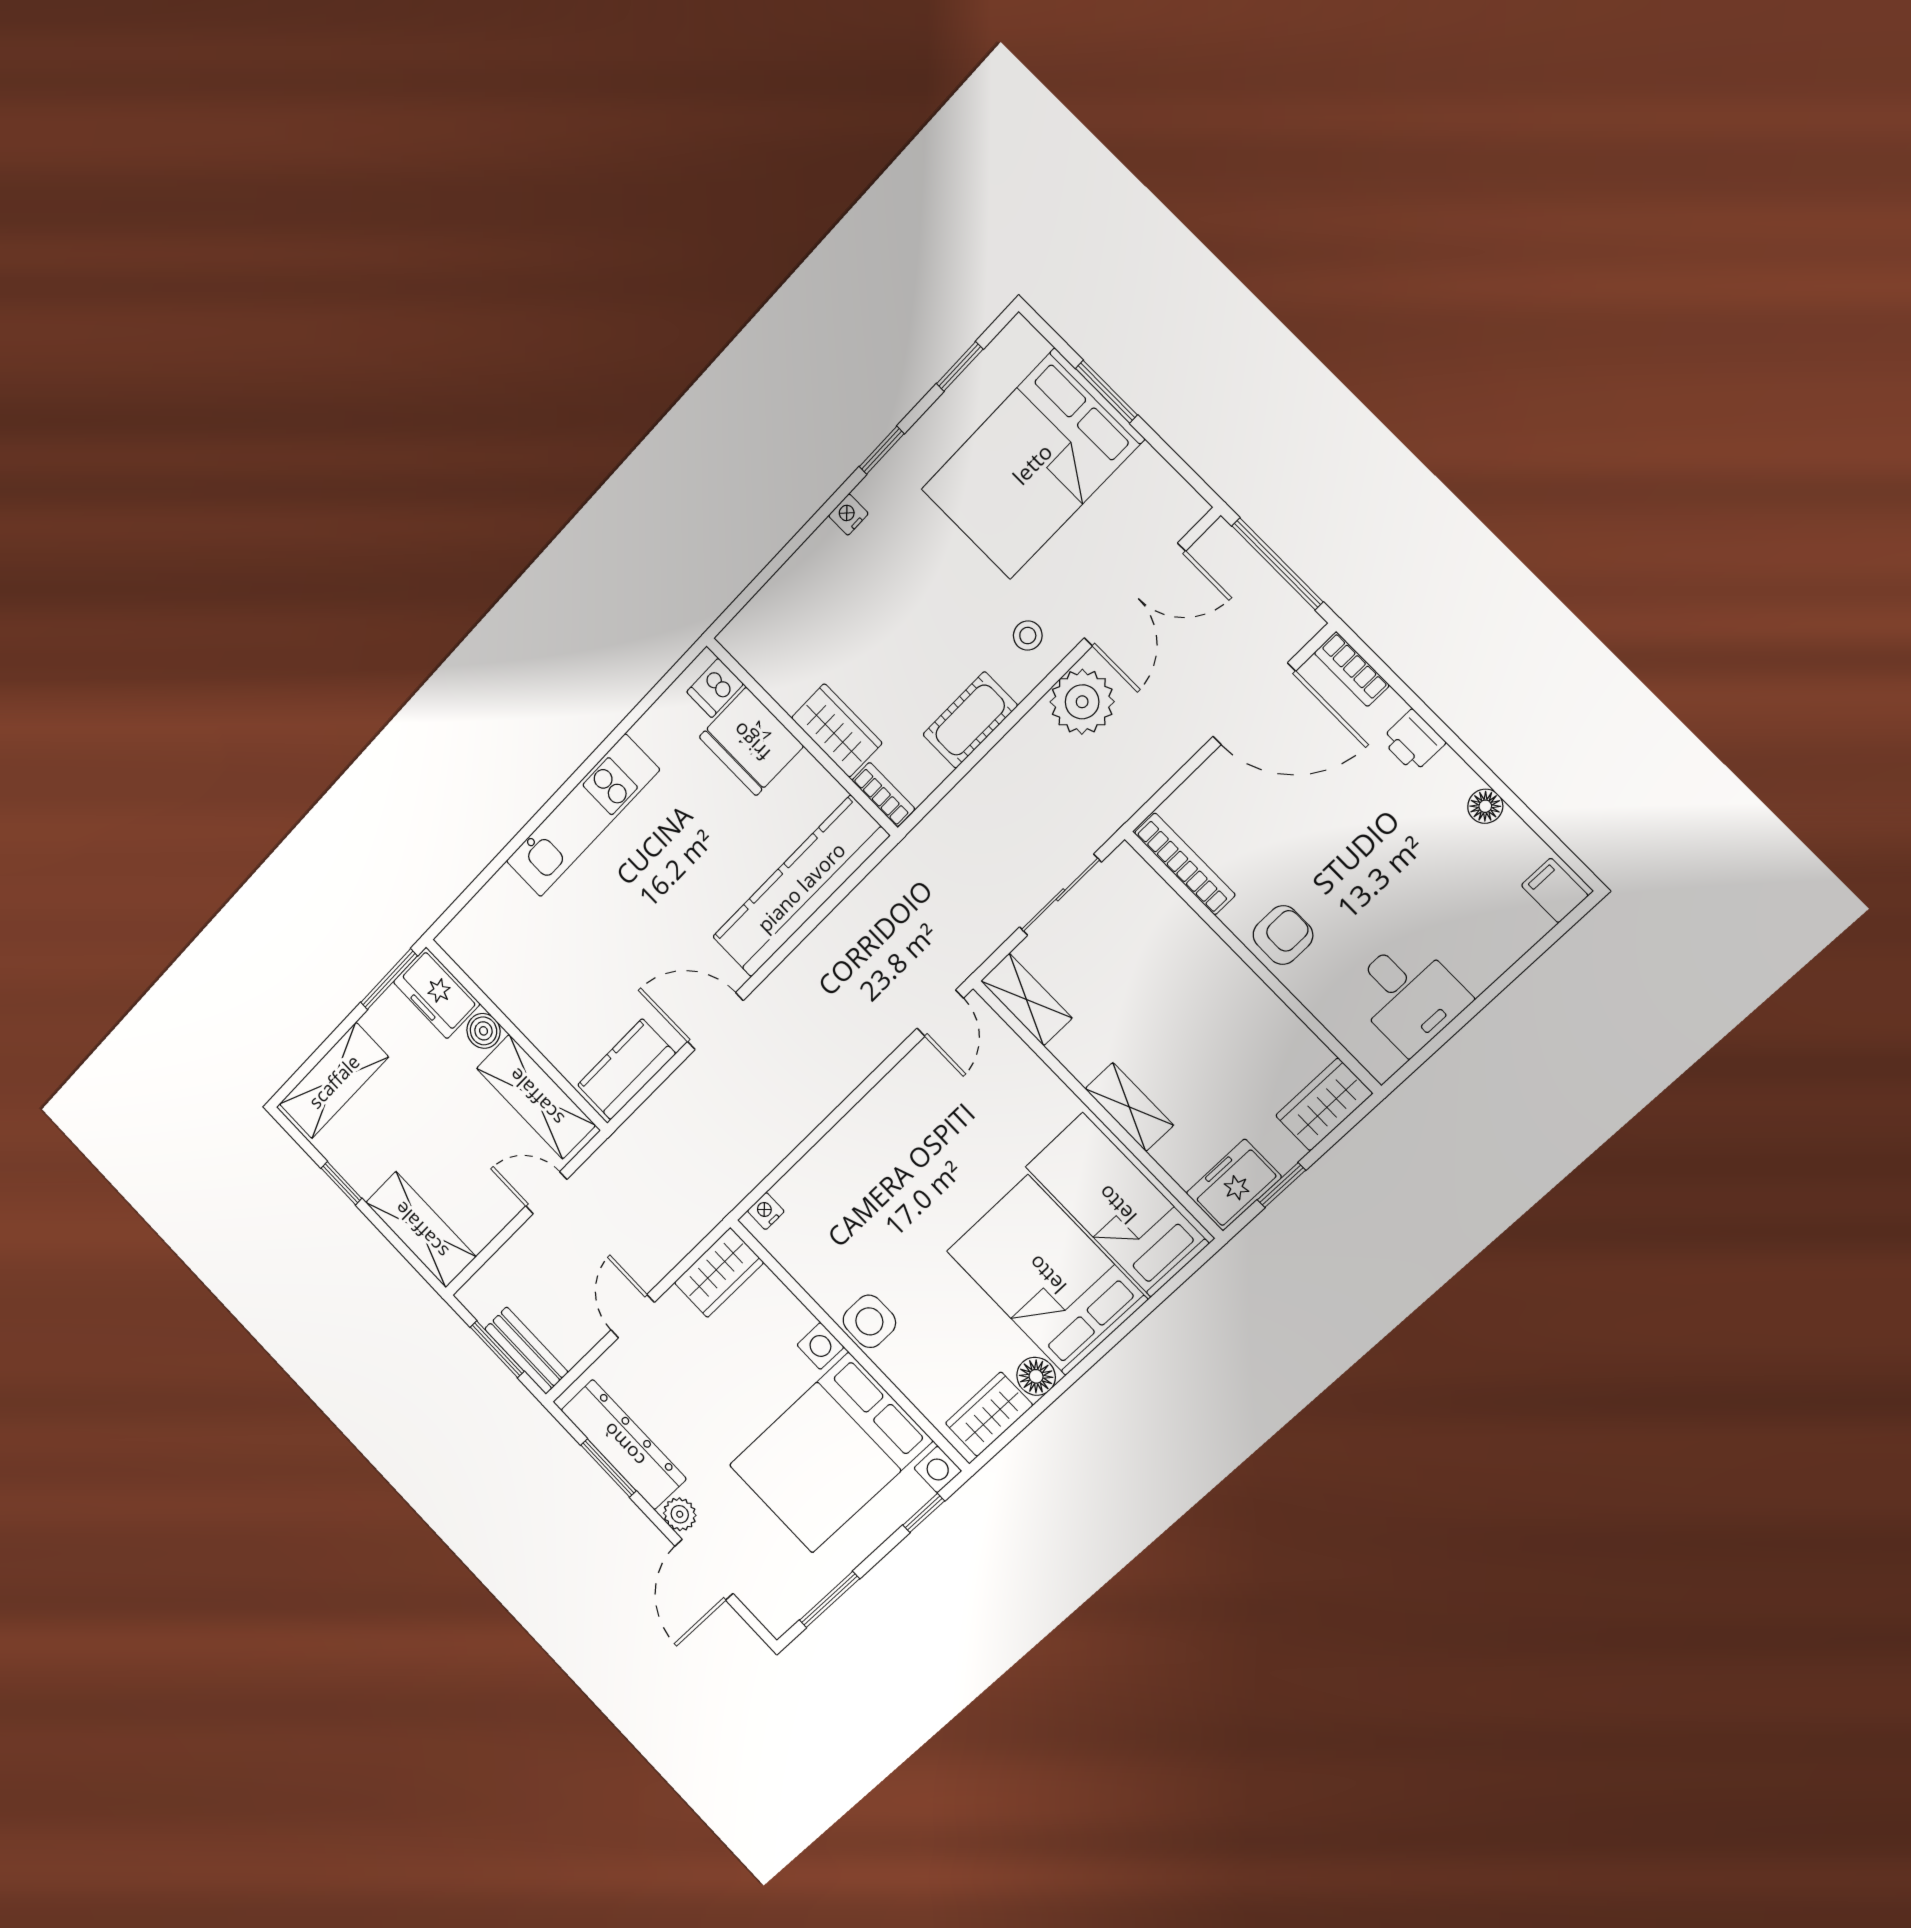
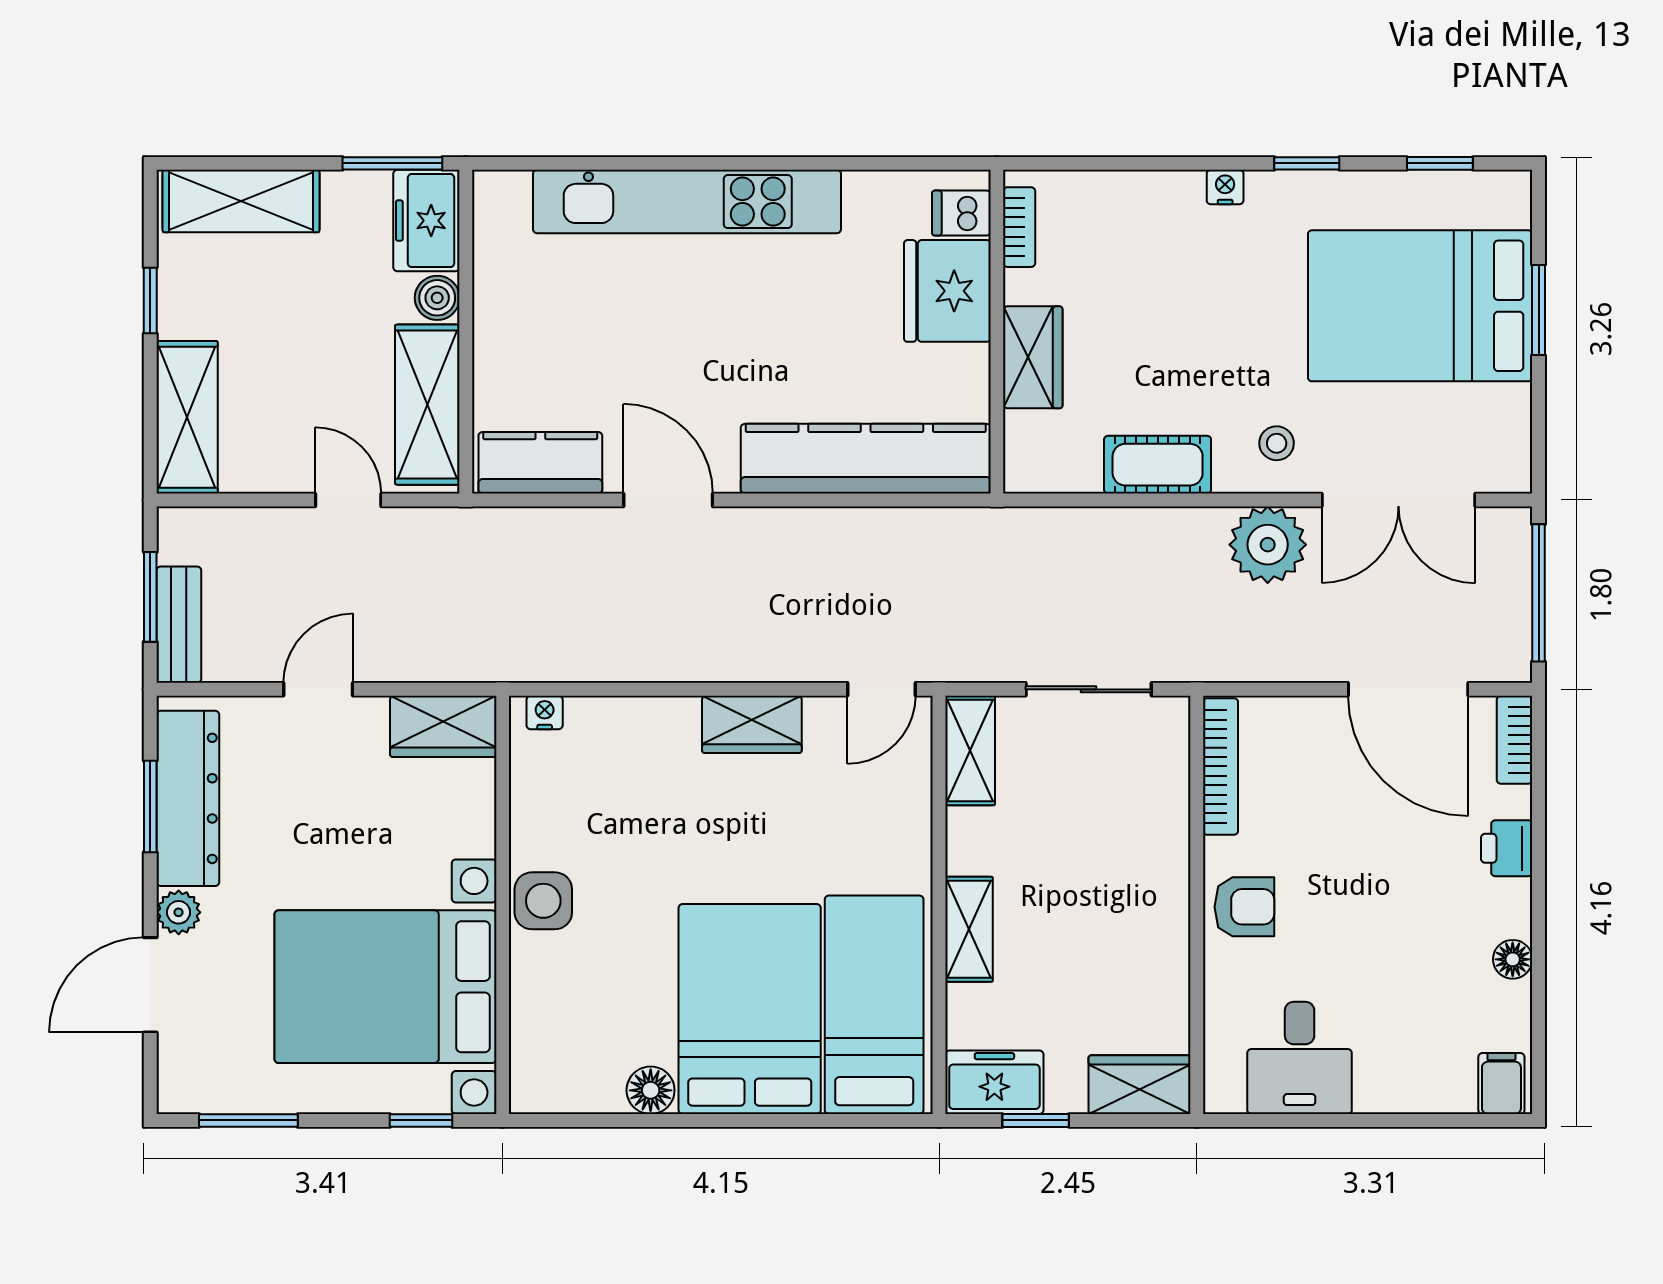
bookcase: (883, 795) -> (1019, 227), moved
kitchen unit: (583, 816) -> (687, 202), width x1.36
wardrobe: (989, 1414) -> (752, 724), moved, turned 180

